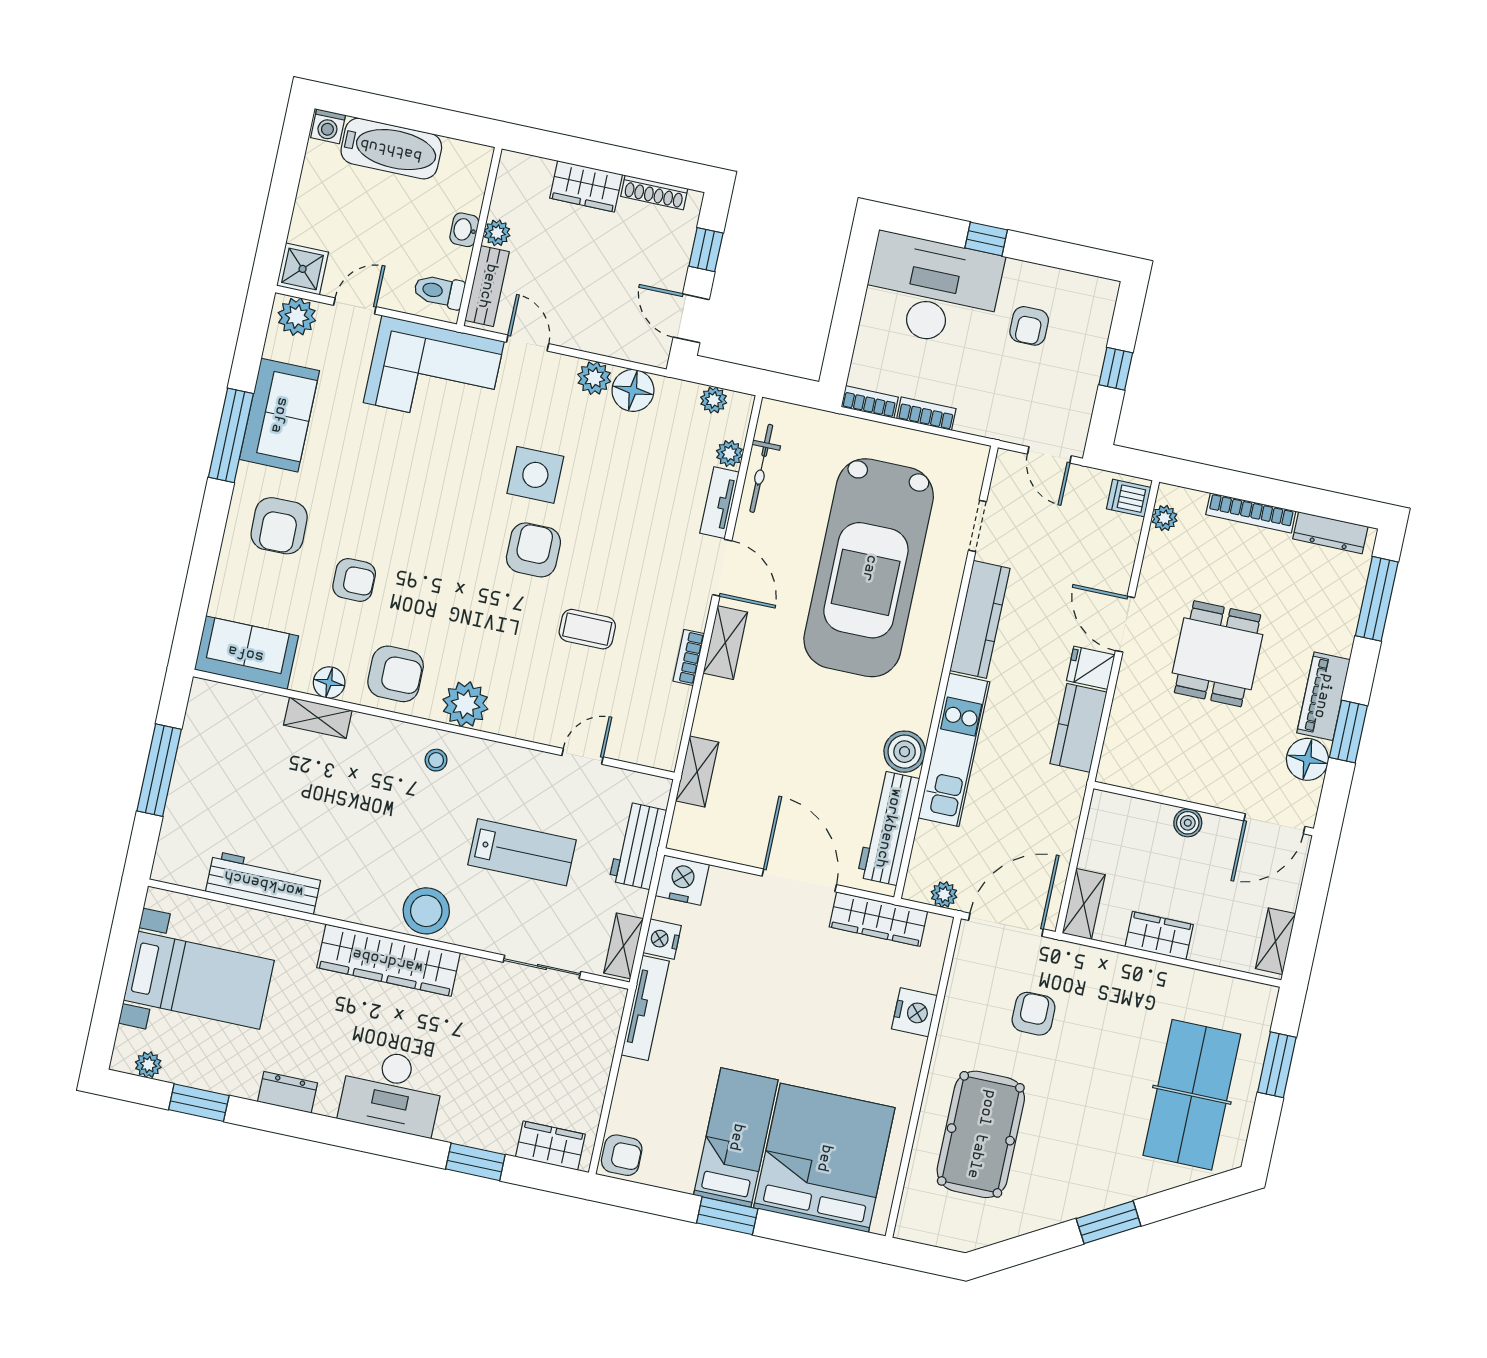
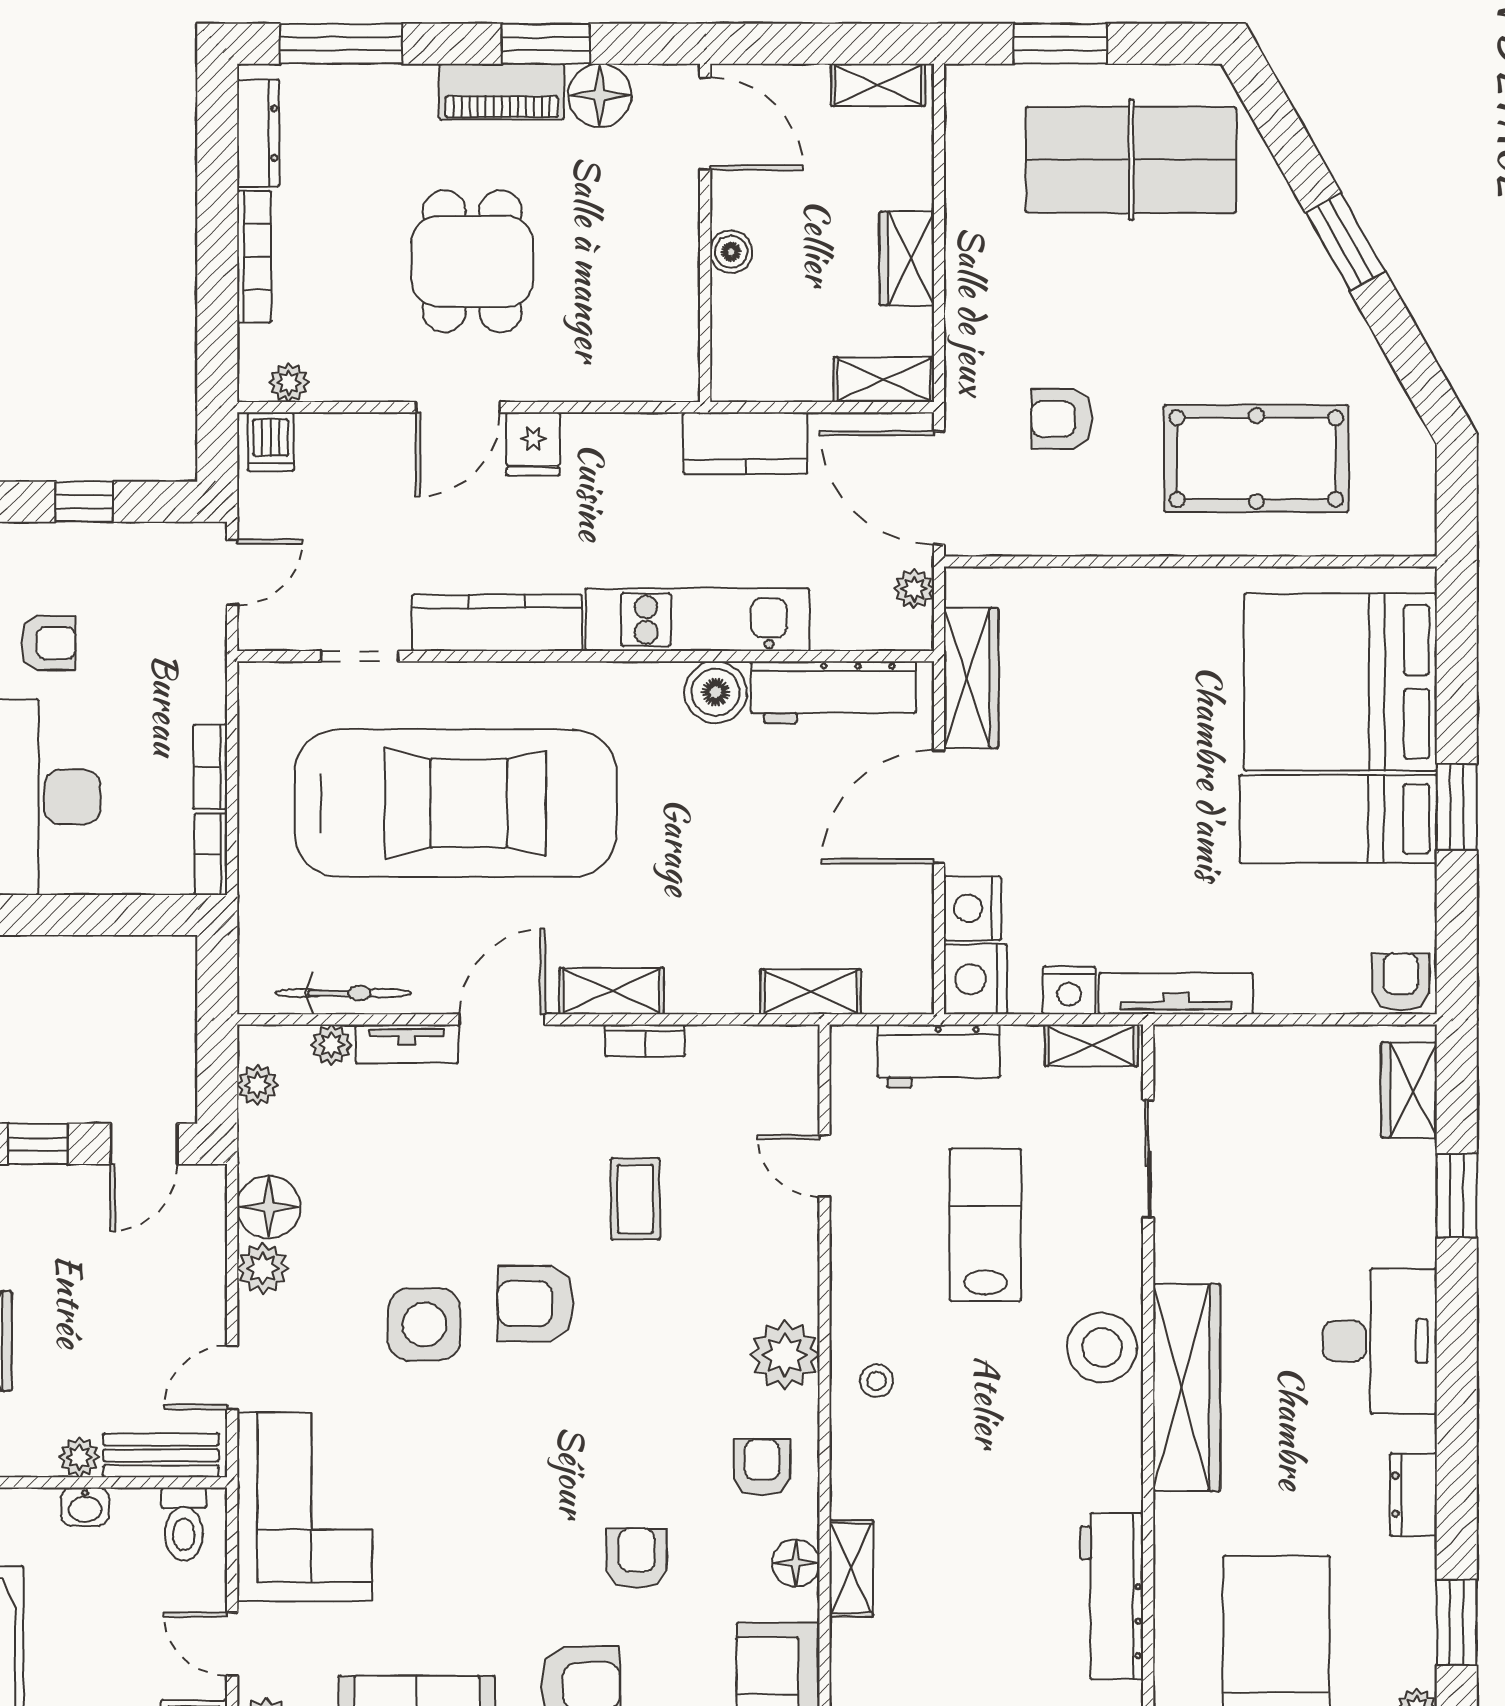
dining table: (1218, 654) -> (472, 261), turned 90
armchair: (396, 674) -> (762, 1468), width x0.72, depth x0.72
kitchen counter: (1078, 728) -> (745, 443), moved
nightstand: (914, 1012) -> (973, 908), moved, turned -90

